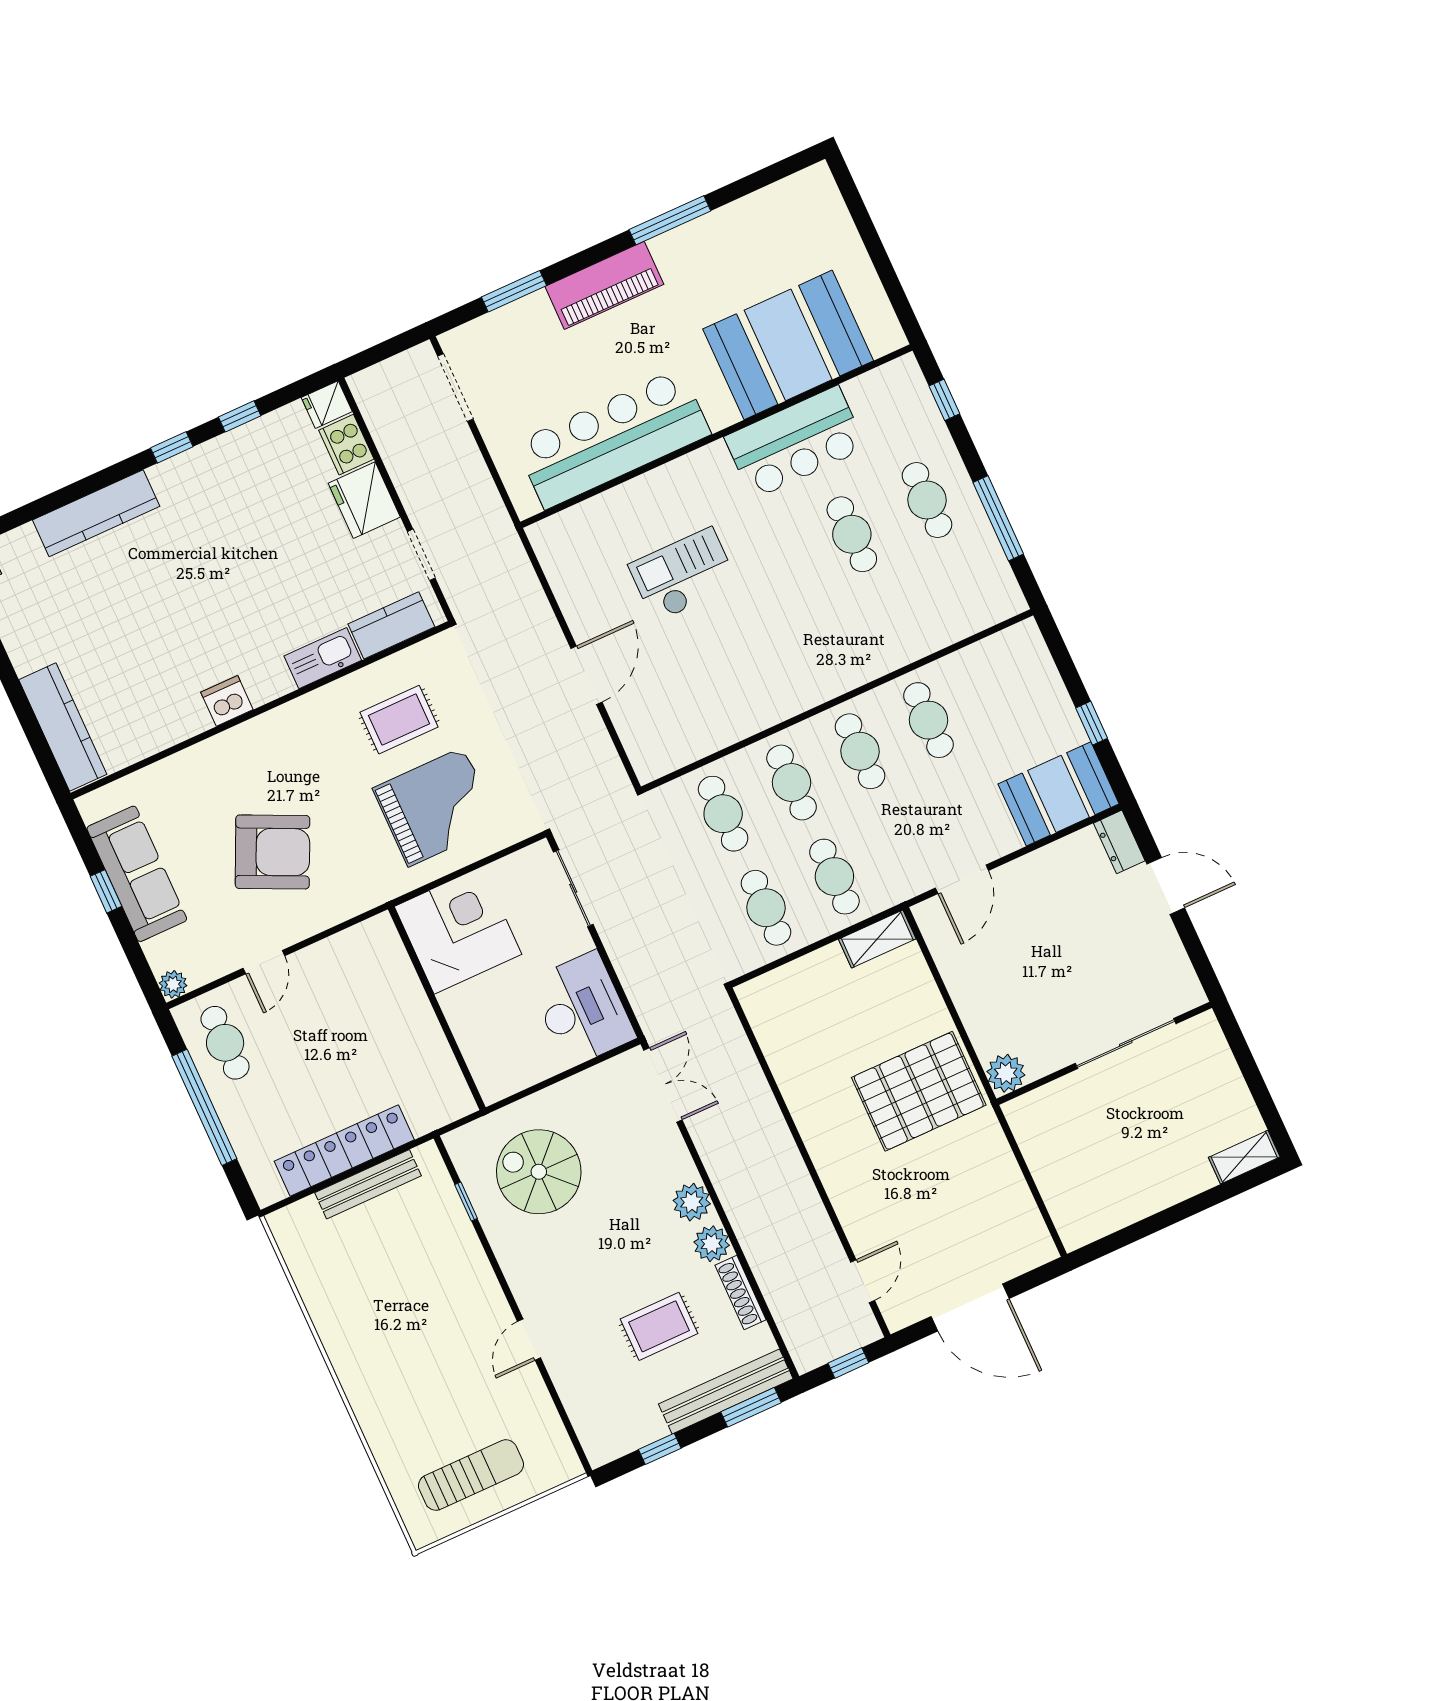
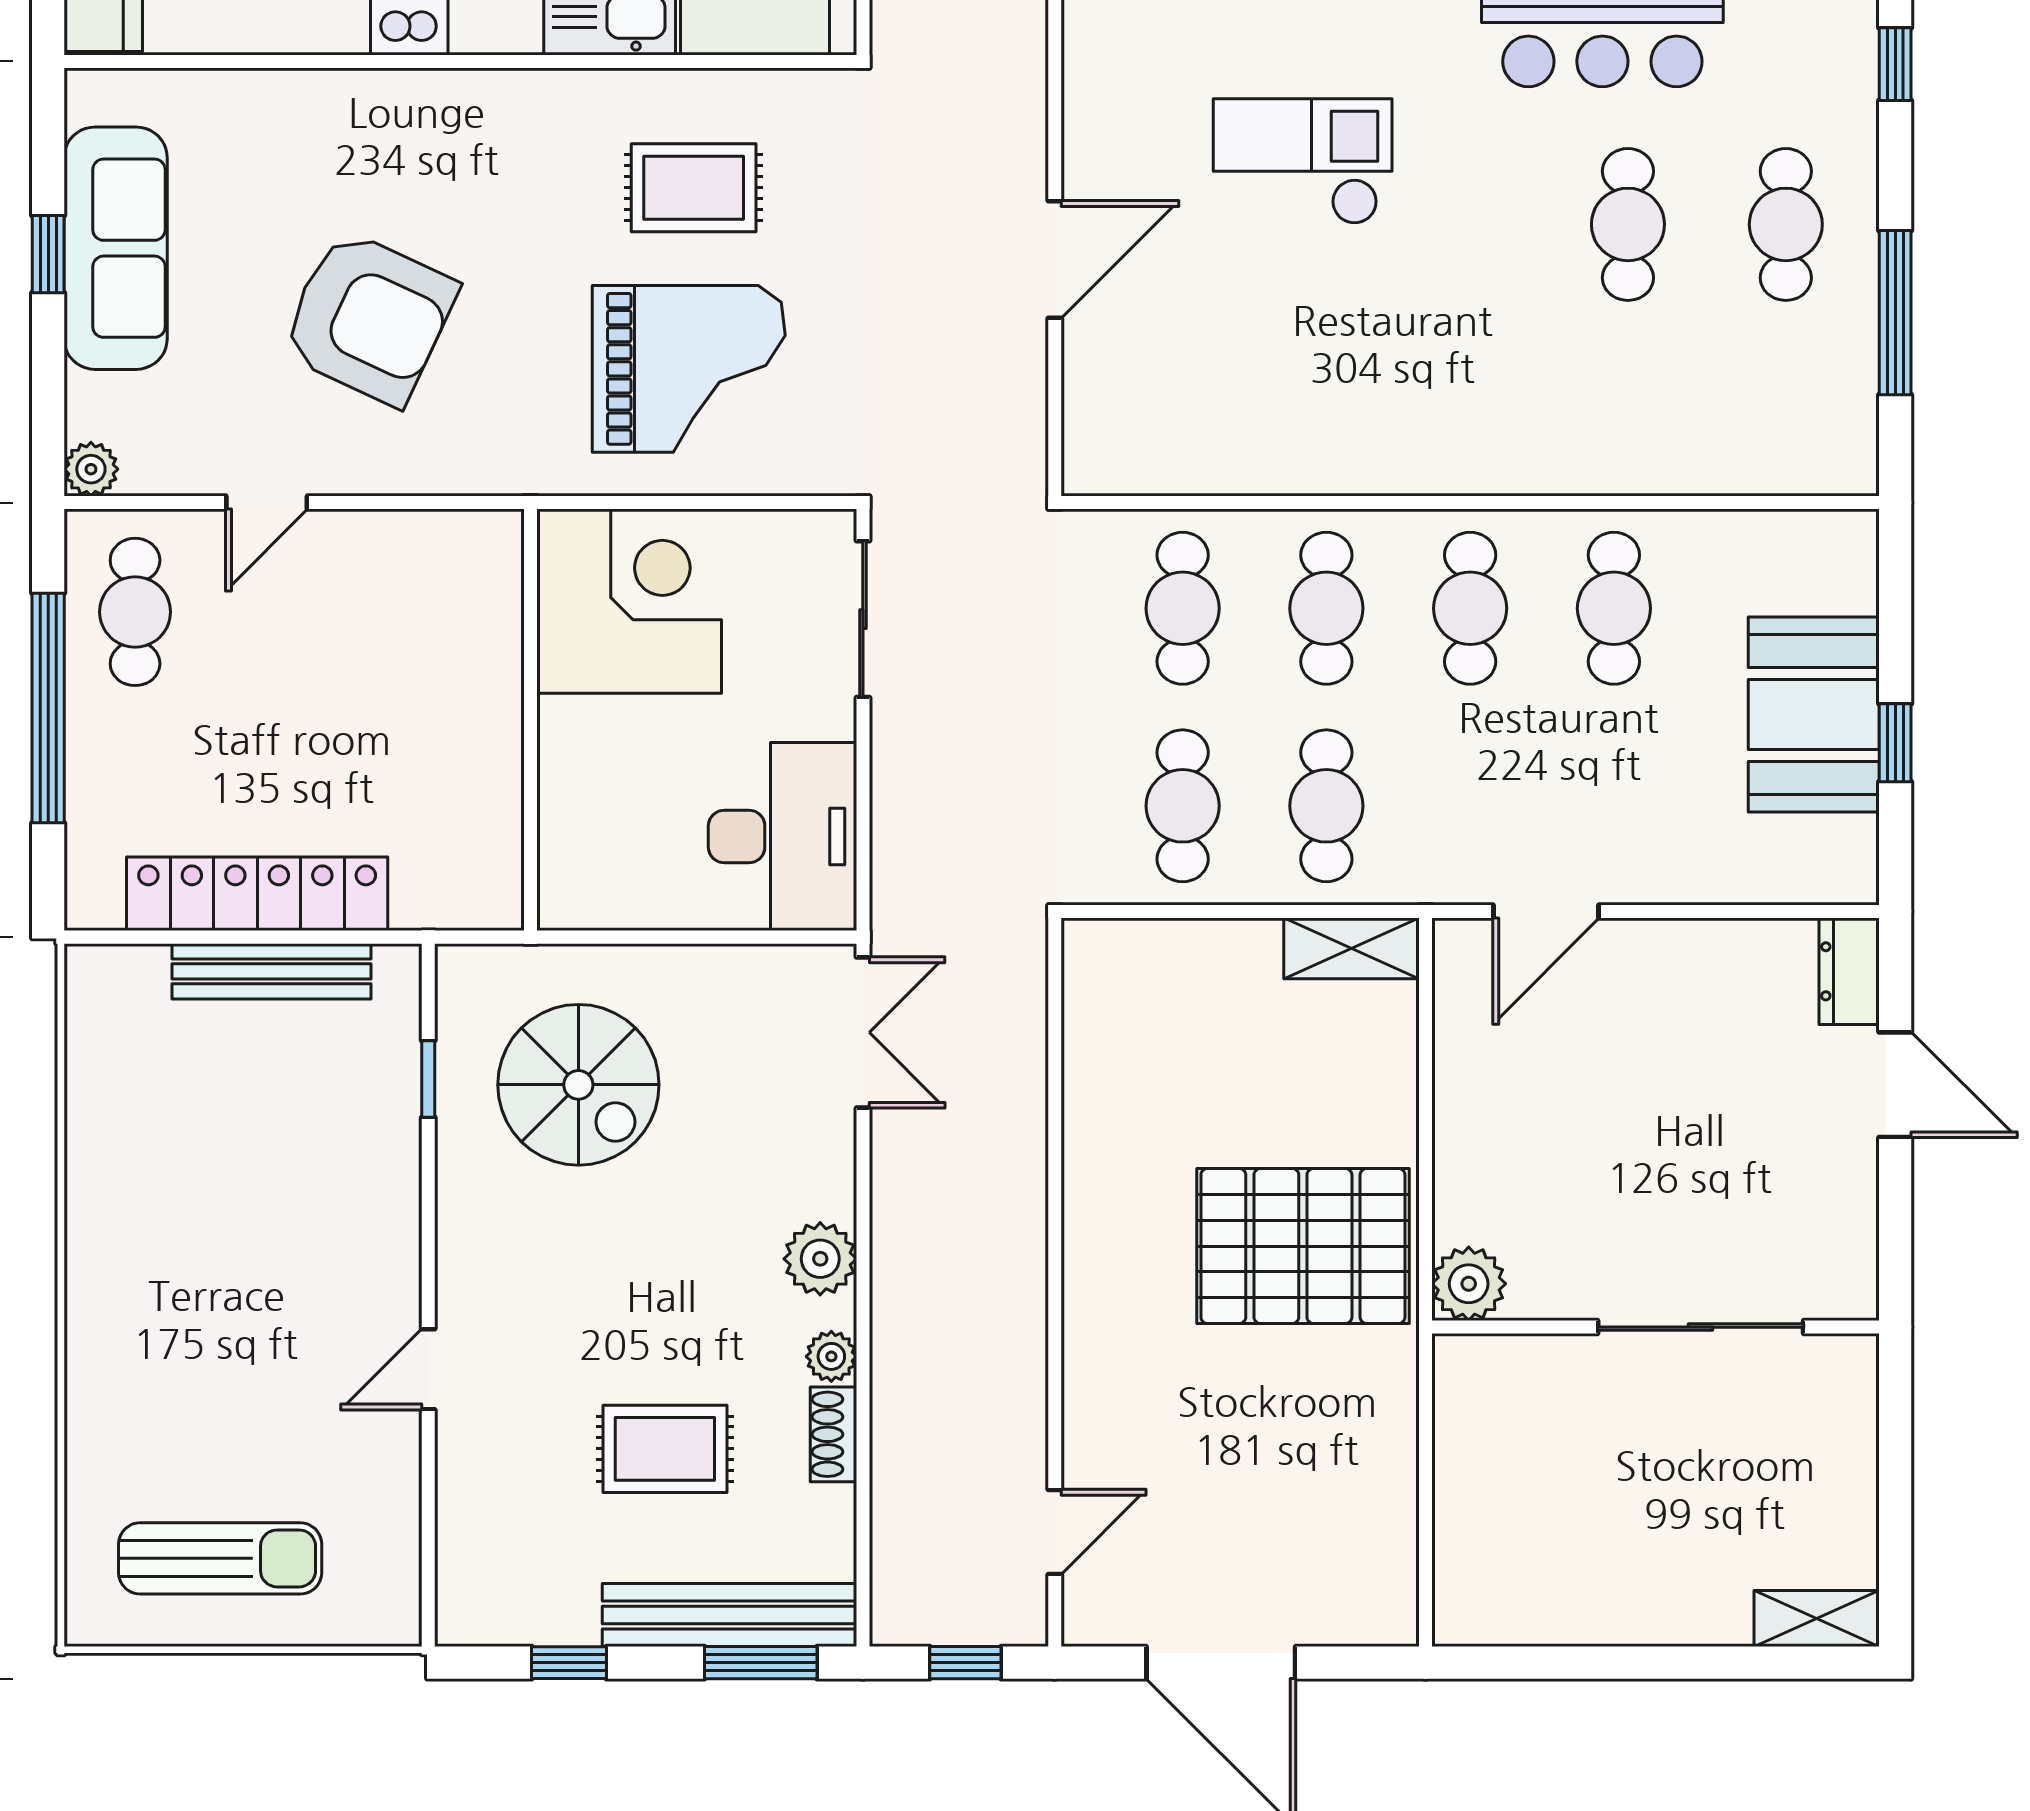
booth: (1059, 794) -> (1814, 715), moved, turned 90
spiral stairs: (539, 1172) -> (578, 1085), turned 180
plant: (712, 1244) -> (831, 1356), width x0.73, depth x0.73
shoe rack: (741, 1292) -> (833, 1434), width x0.70

